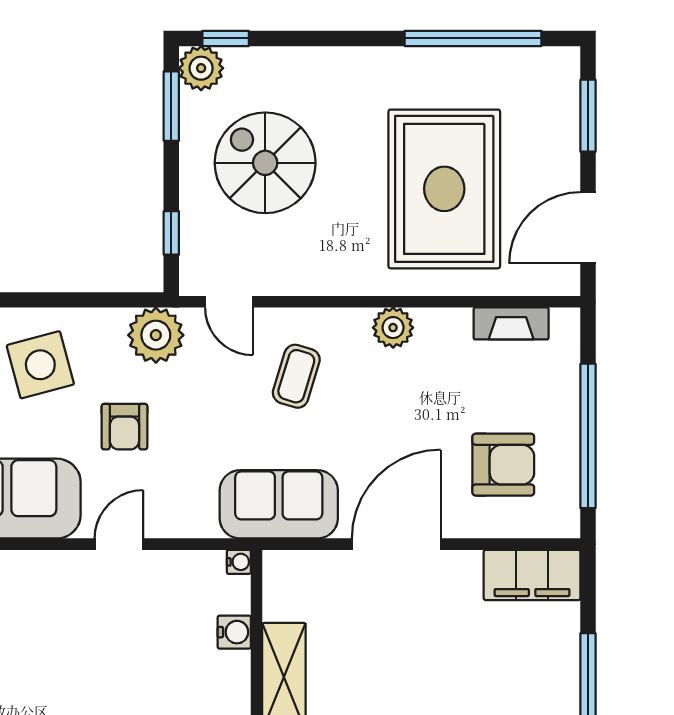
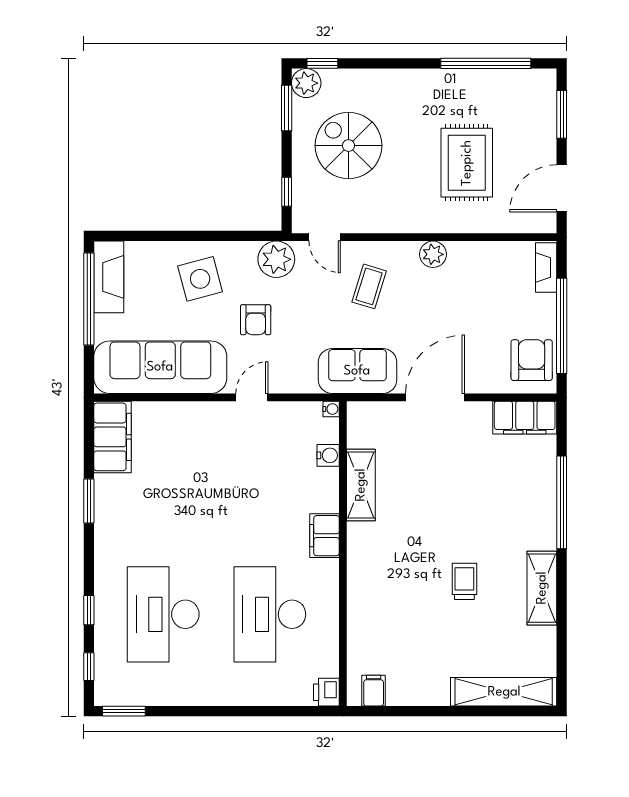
rug: (444, 189) -> (467, 163), width x0.73, depth x0.69
fireplace: (511, 323) -> (546, 268), moved, turned 90
armchair: (503, 465) -> (532, 360), moved, turned -90

